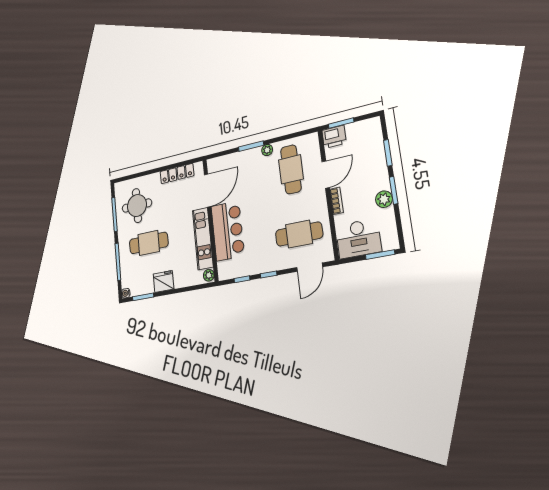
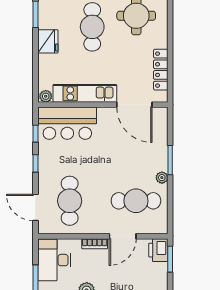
door: (326, 175) -> (123, 236), hinge flipped
bar counter: (228, 231) -> (67, 123), moved

